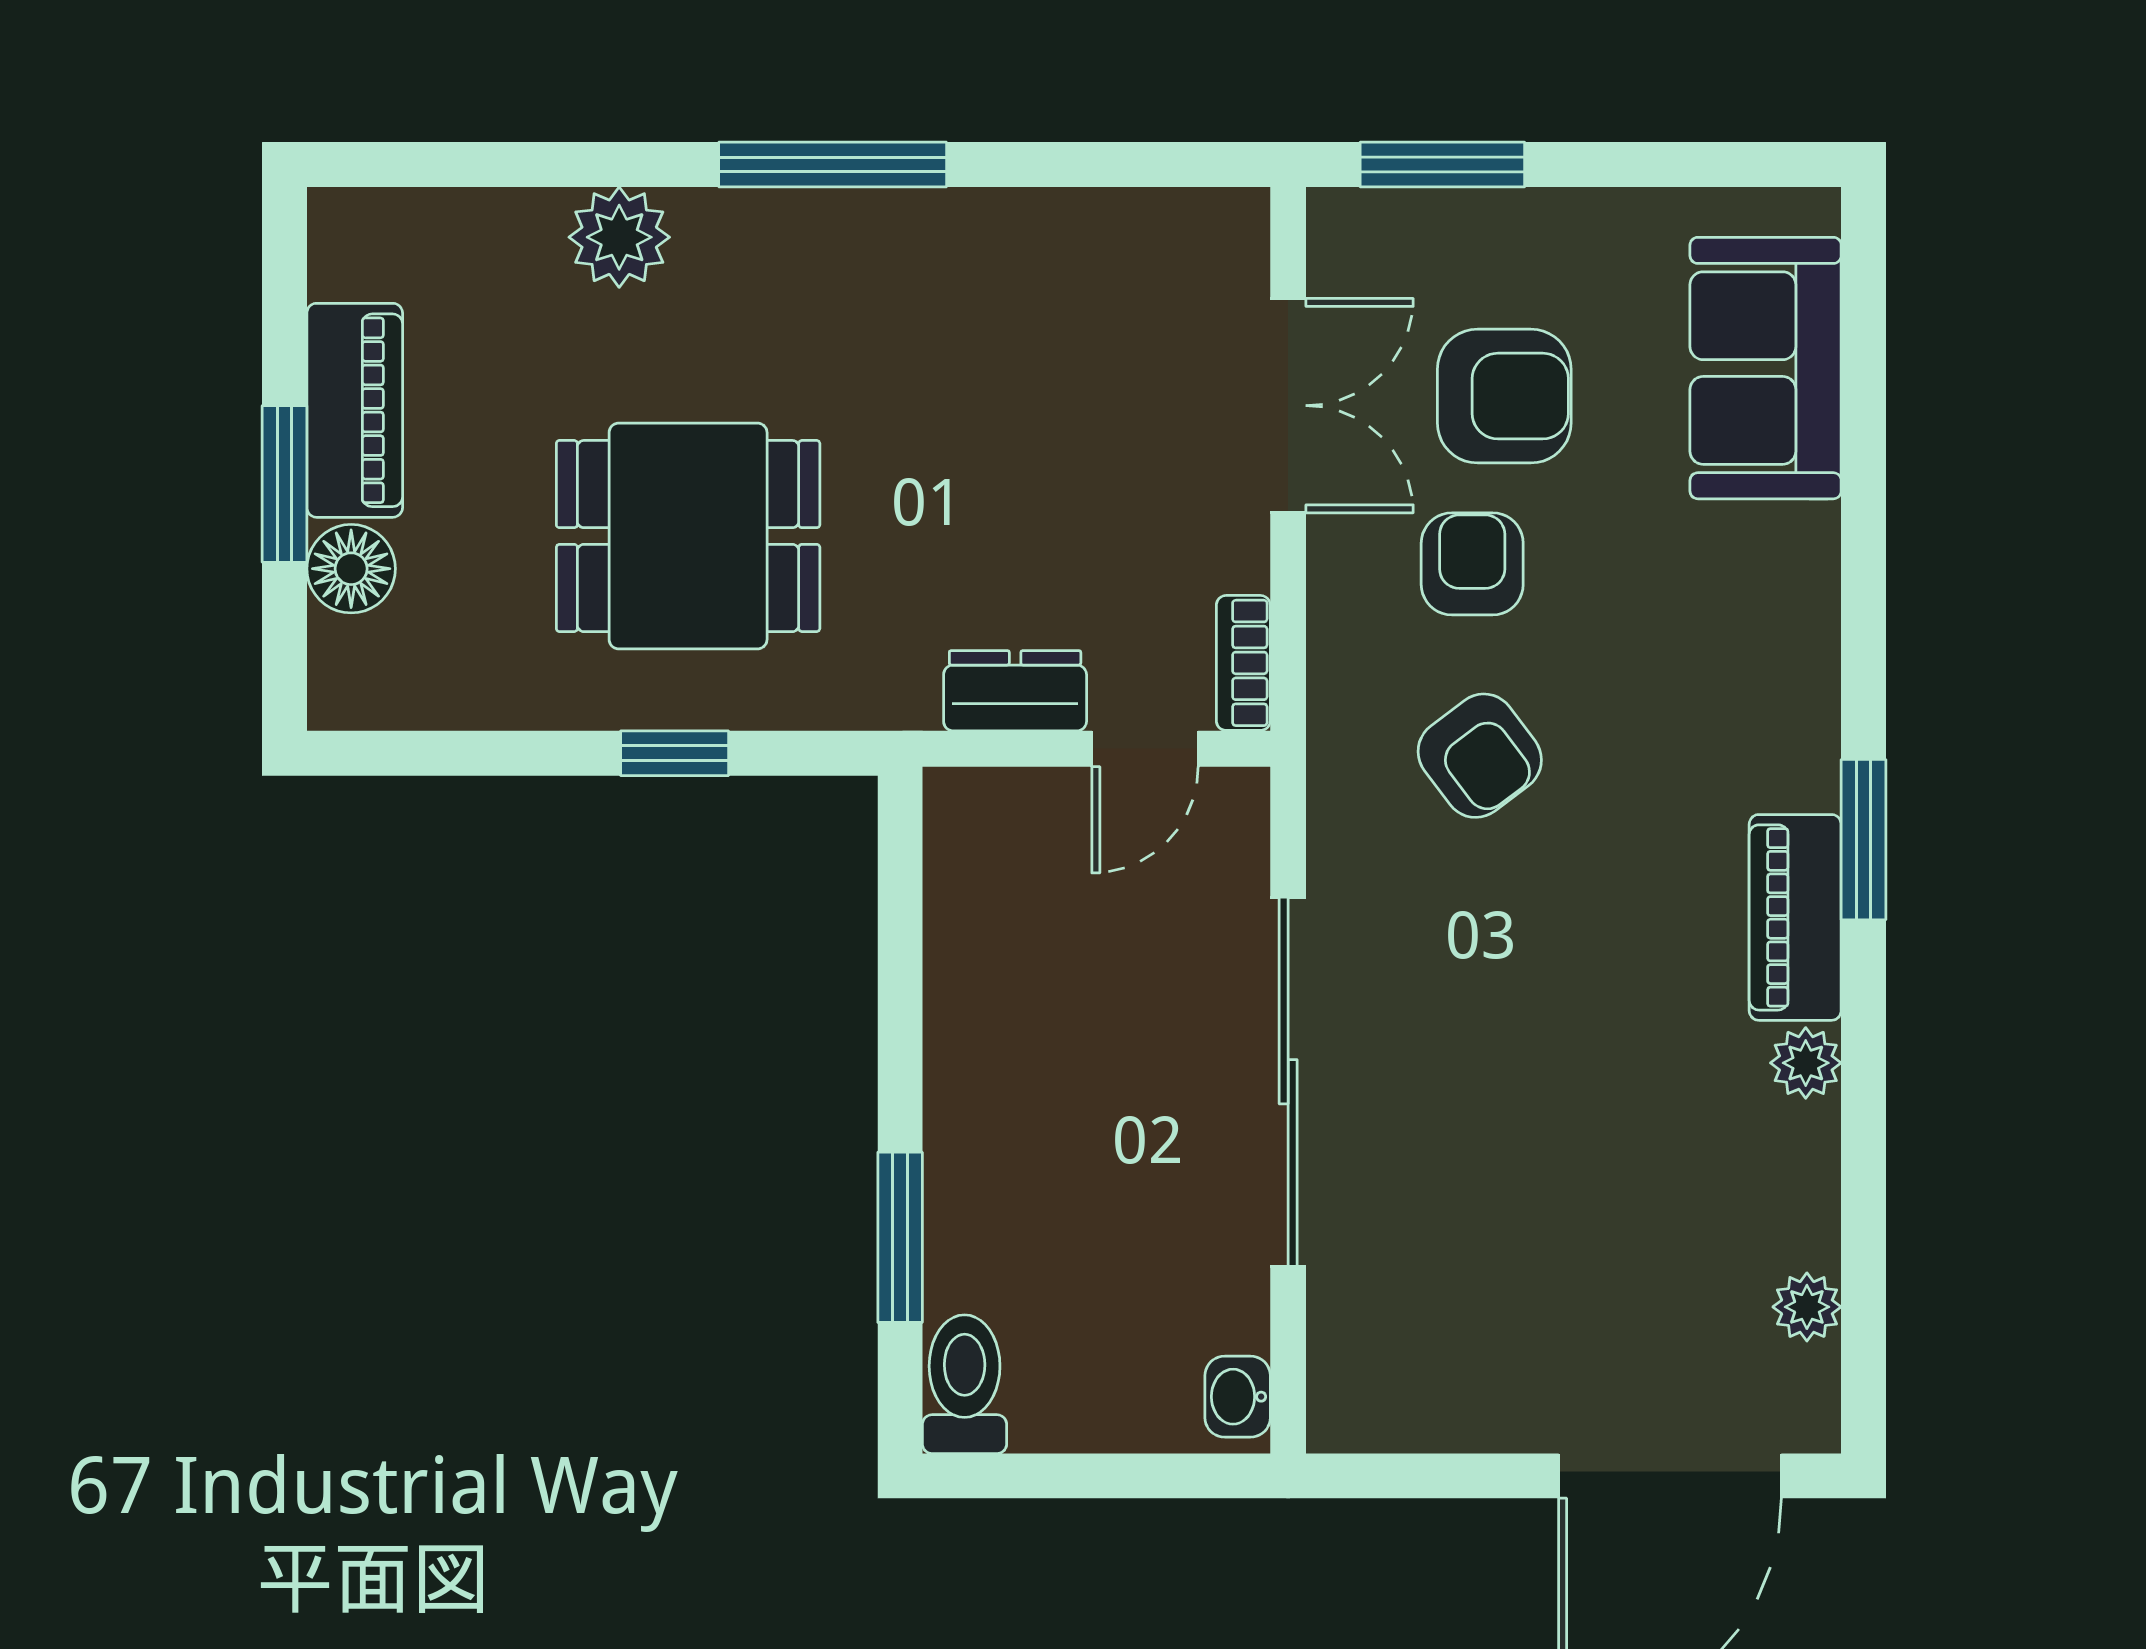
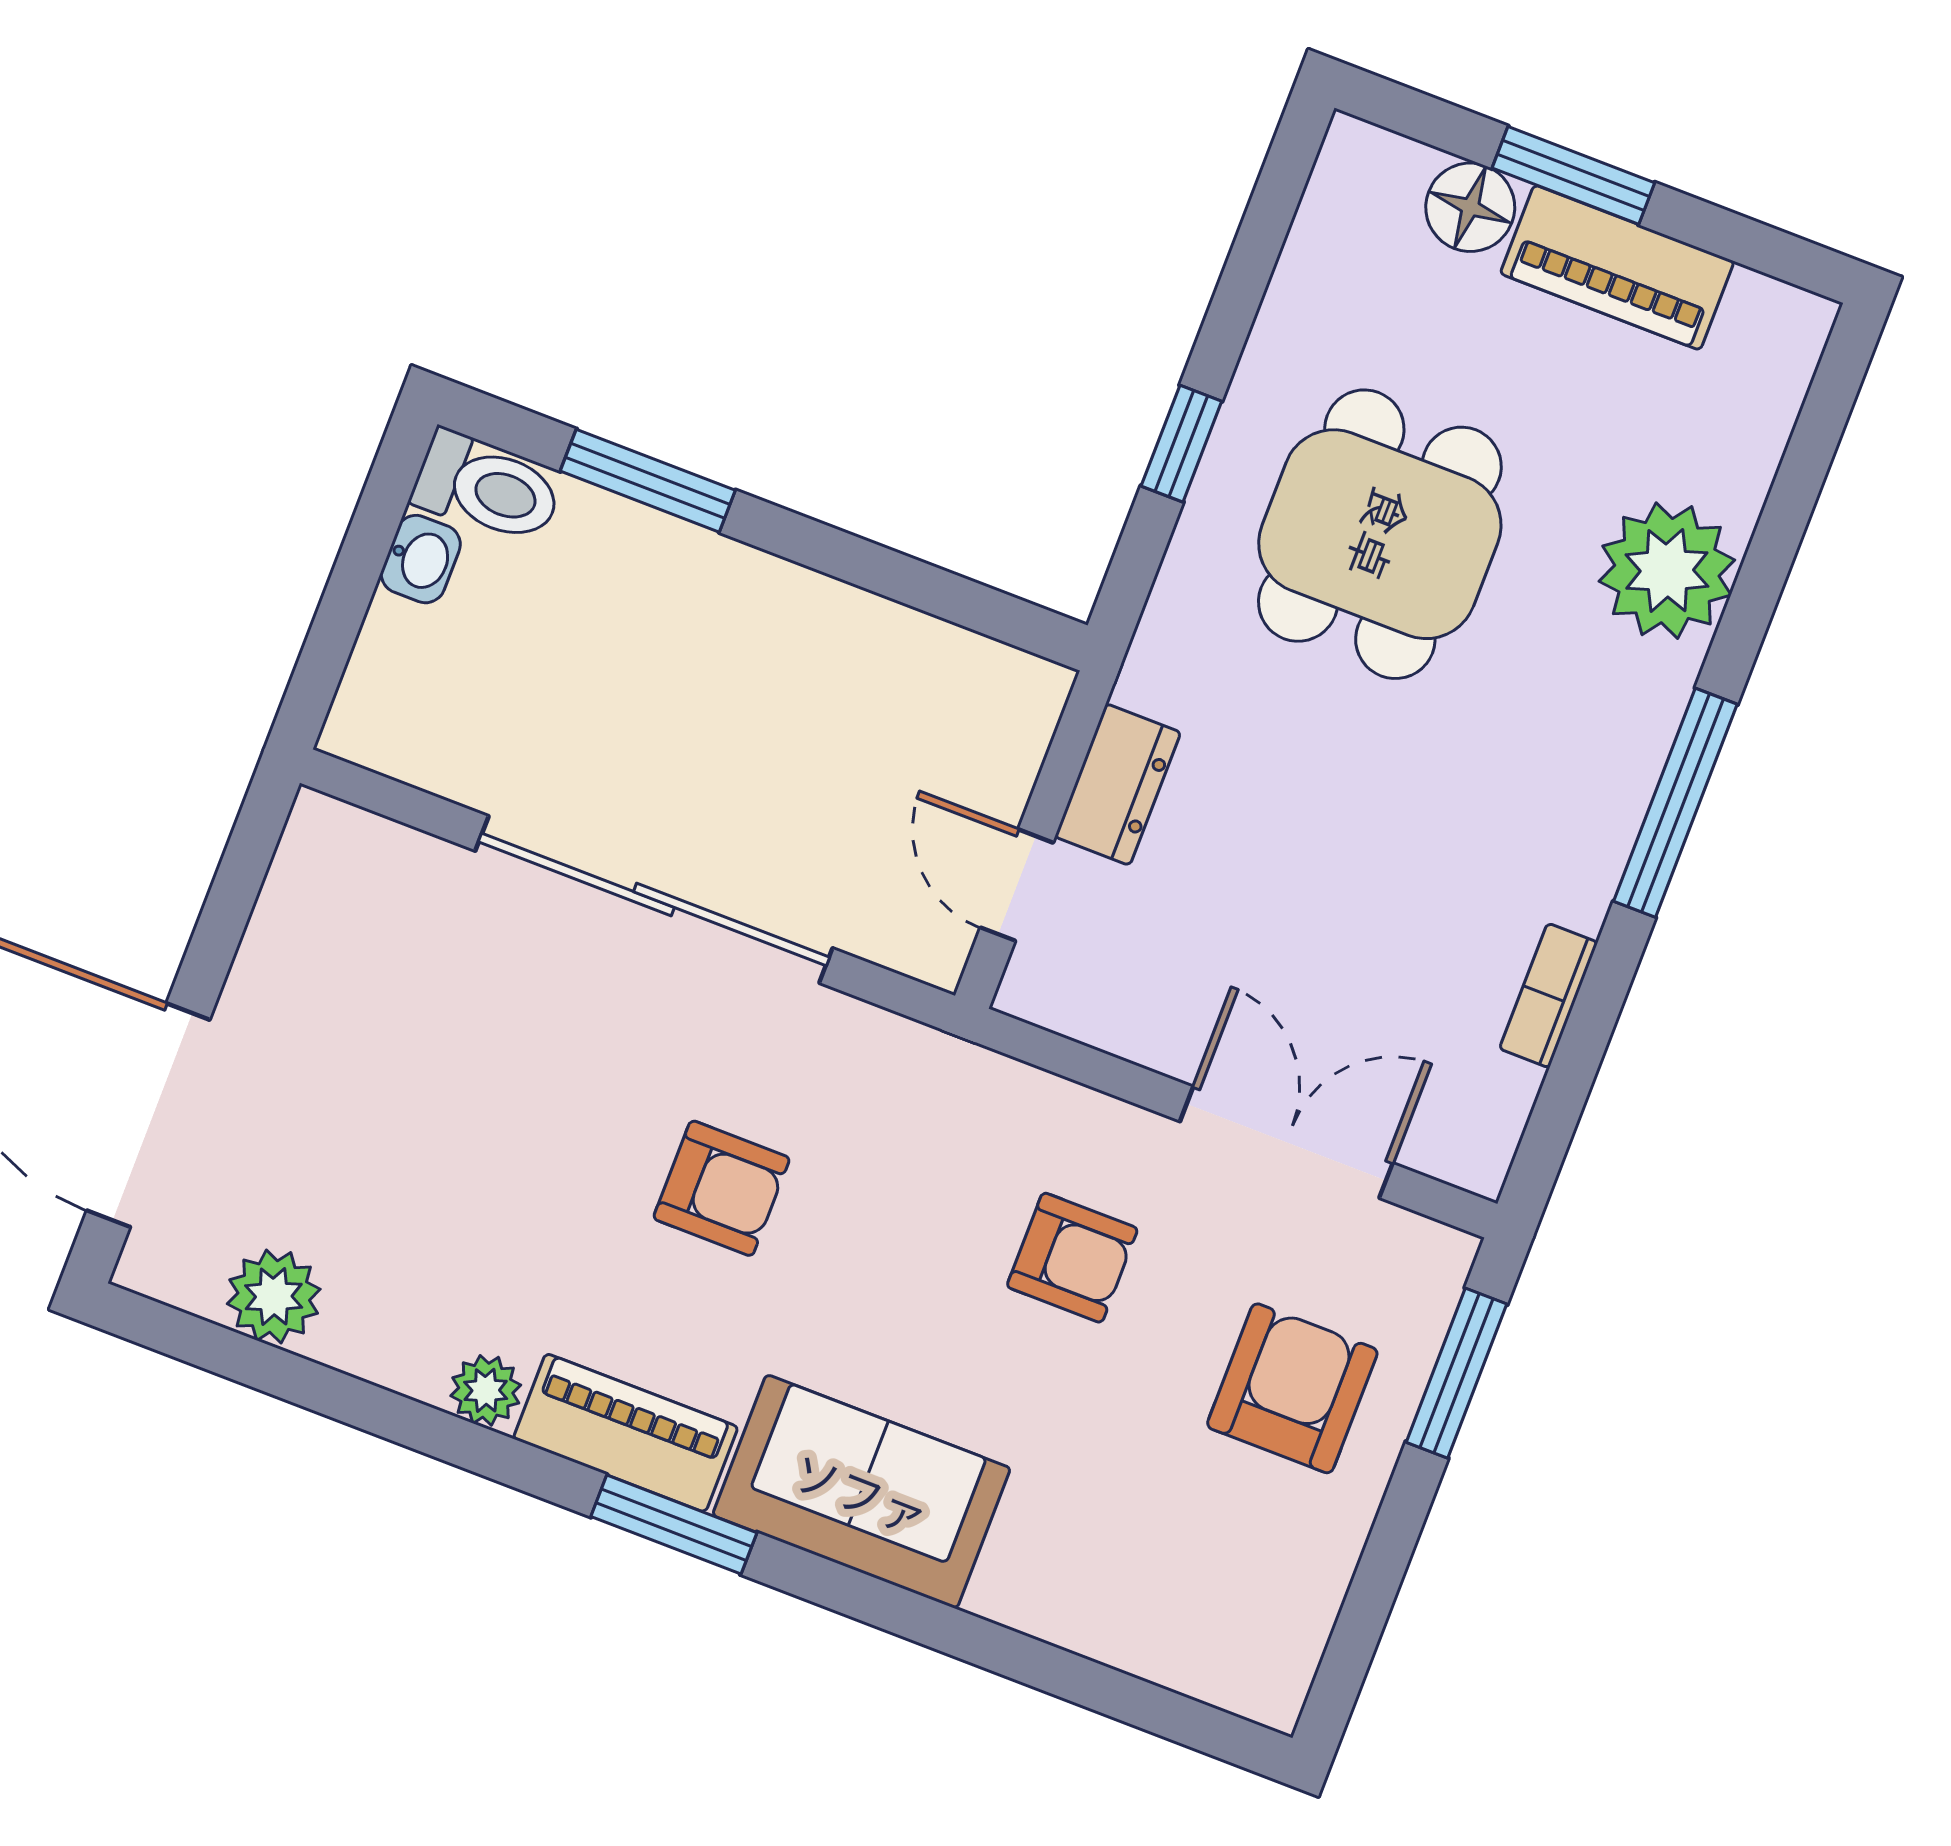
plant: (619, 237) -> (1667, 571), width x1.36, depth x1.36
sofa: (1766, 368) -> (861, 1492), moved
armchair: (1504, 396) -> (1292, 1388), moved, turned 180
double door: (1288, 406) -> (1286, 1142), swing flipped
bookcase: (1243, 663) -> (1549, 996), moved, turned -90
armchair: (1480, 756) -> (722, 1188), moved, turned -143
plant: (1807, 1307) -> (274, 1297), width x1.38, depth x1.38
washbasin: (1238, 1397) -> (421, 559), moved, turned 90

